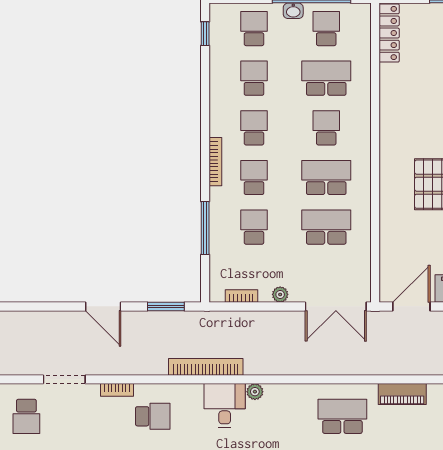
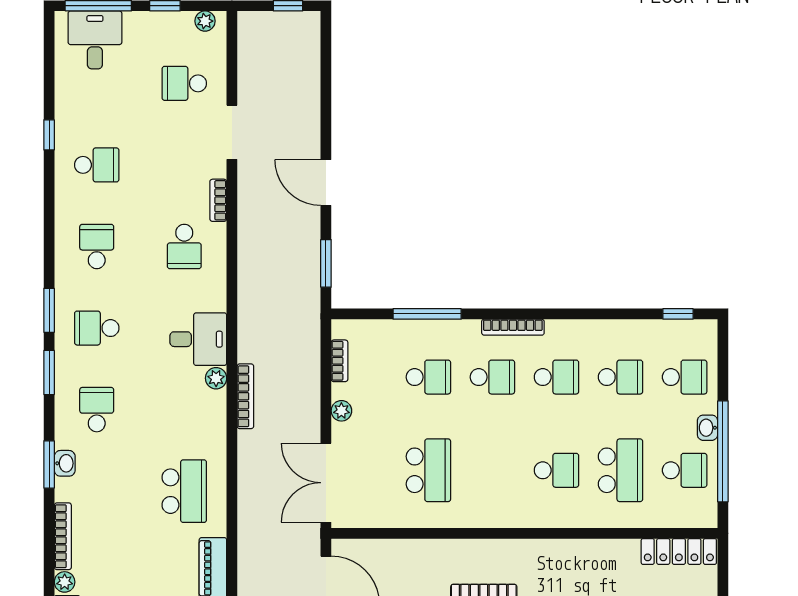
school desk: (326, 177) -> (492, 470), removed
door: (103, 306) -> (326, 182), hinge flipped
bookcase: (206, 367) -> (245, 396), moved, width x0.68, depth x0.76

